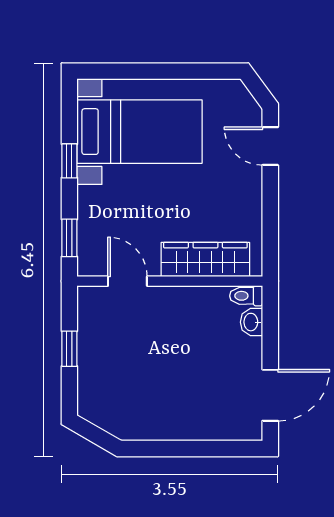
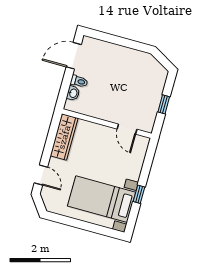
window: (69, 238) -> (149, 157), removed
wardrobe: (205, 259) -> (64, 137), moved, turned -90
toilet: (246, 296) -> (79, 81), moved

